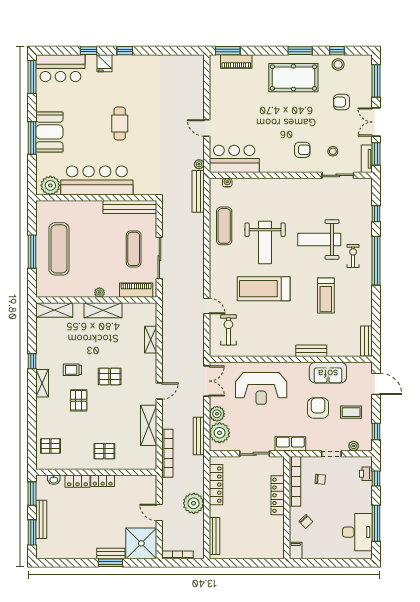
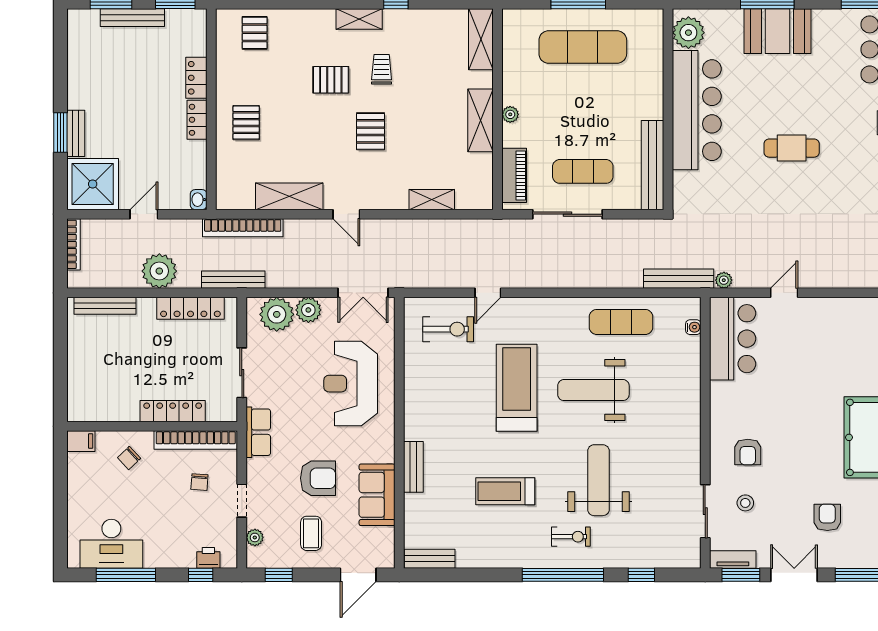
bench: (199, 436) -> (233, 280), moved
washbasin: (54, 480) -> (199, 200), moved

